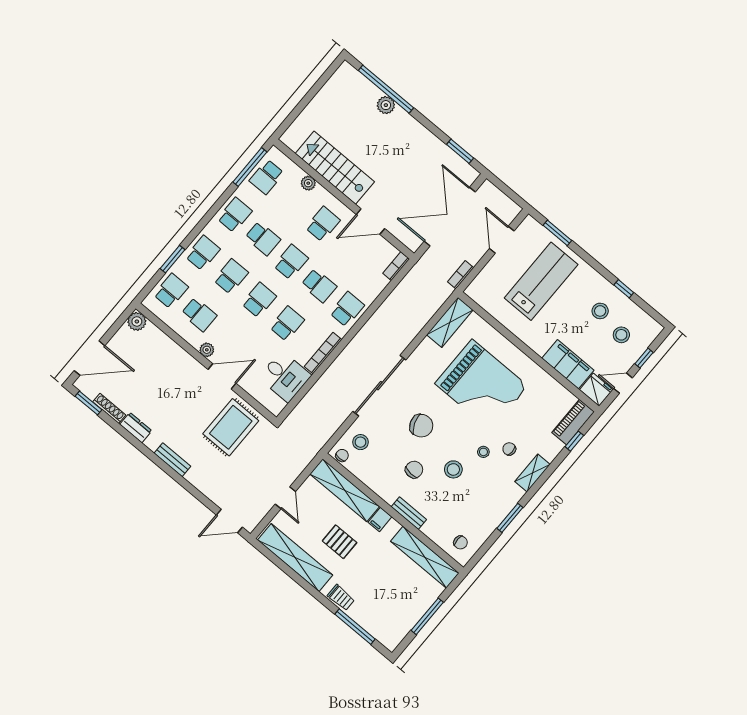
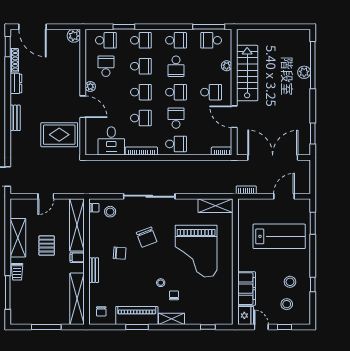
school desk: (319, 286) -> (176, 118), turned 180
school desk: (199, 314) -> (106, 66), turned 180
piano: (573, 422) -> (137, 315), moved, width x1.37, depth x1.33
stool: (453, 469) -> (137, 274), removed
shelving: (295, 558) -> (18, 238), width x0.68

